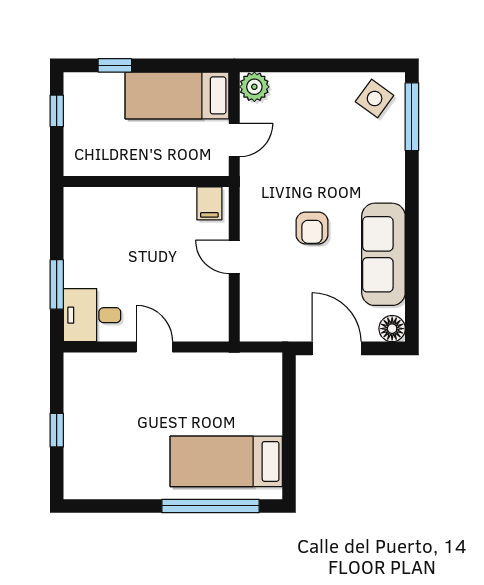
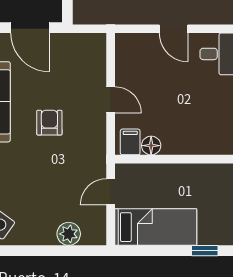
plant: (254, 87) -> (69, 234), moved
floor lamp: (183, 199) -> (151, 146), added

